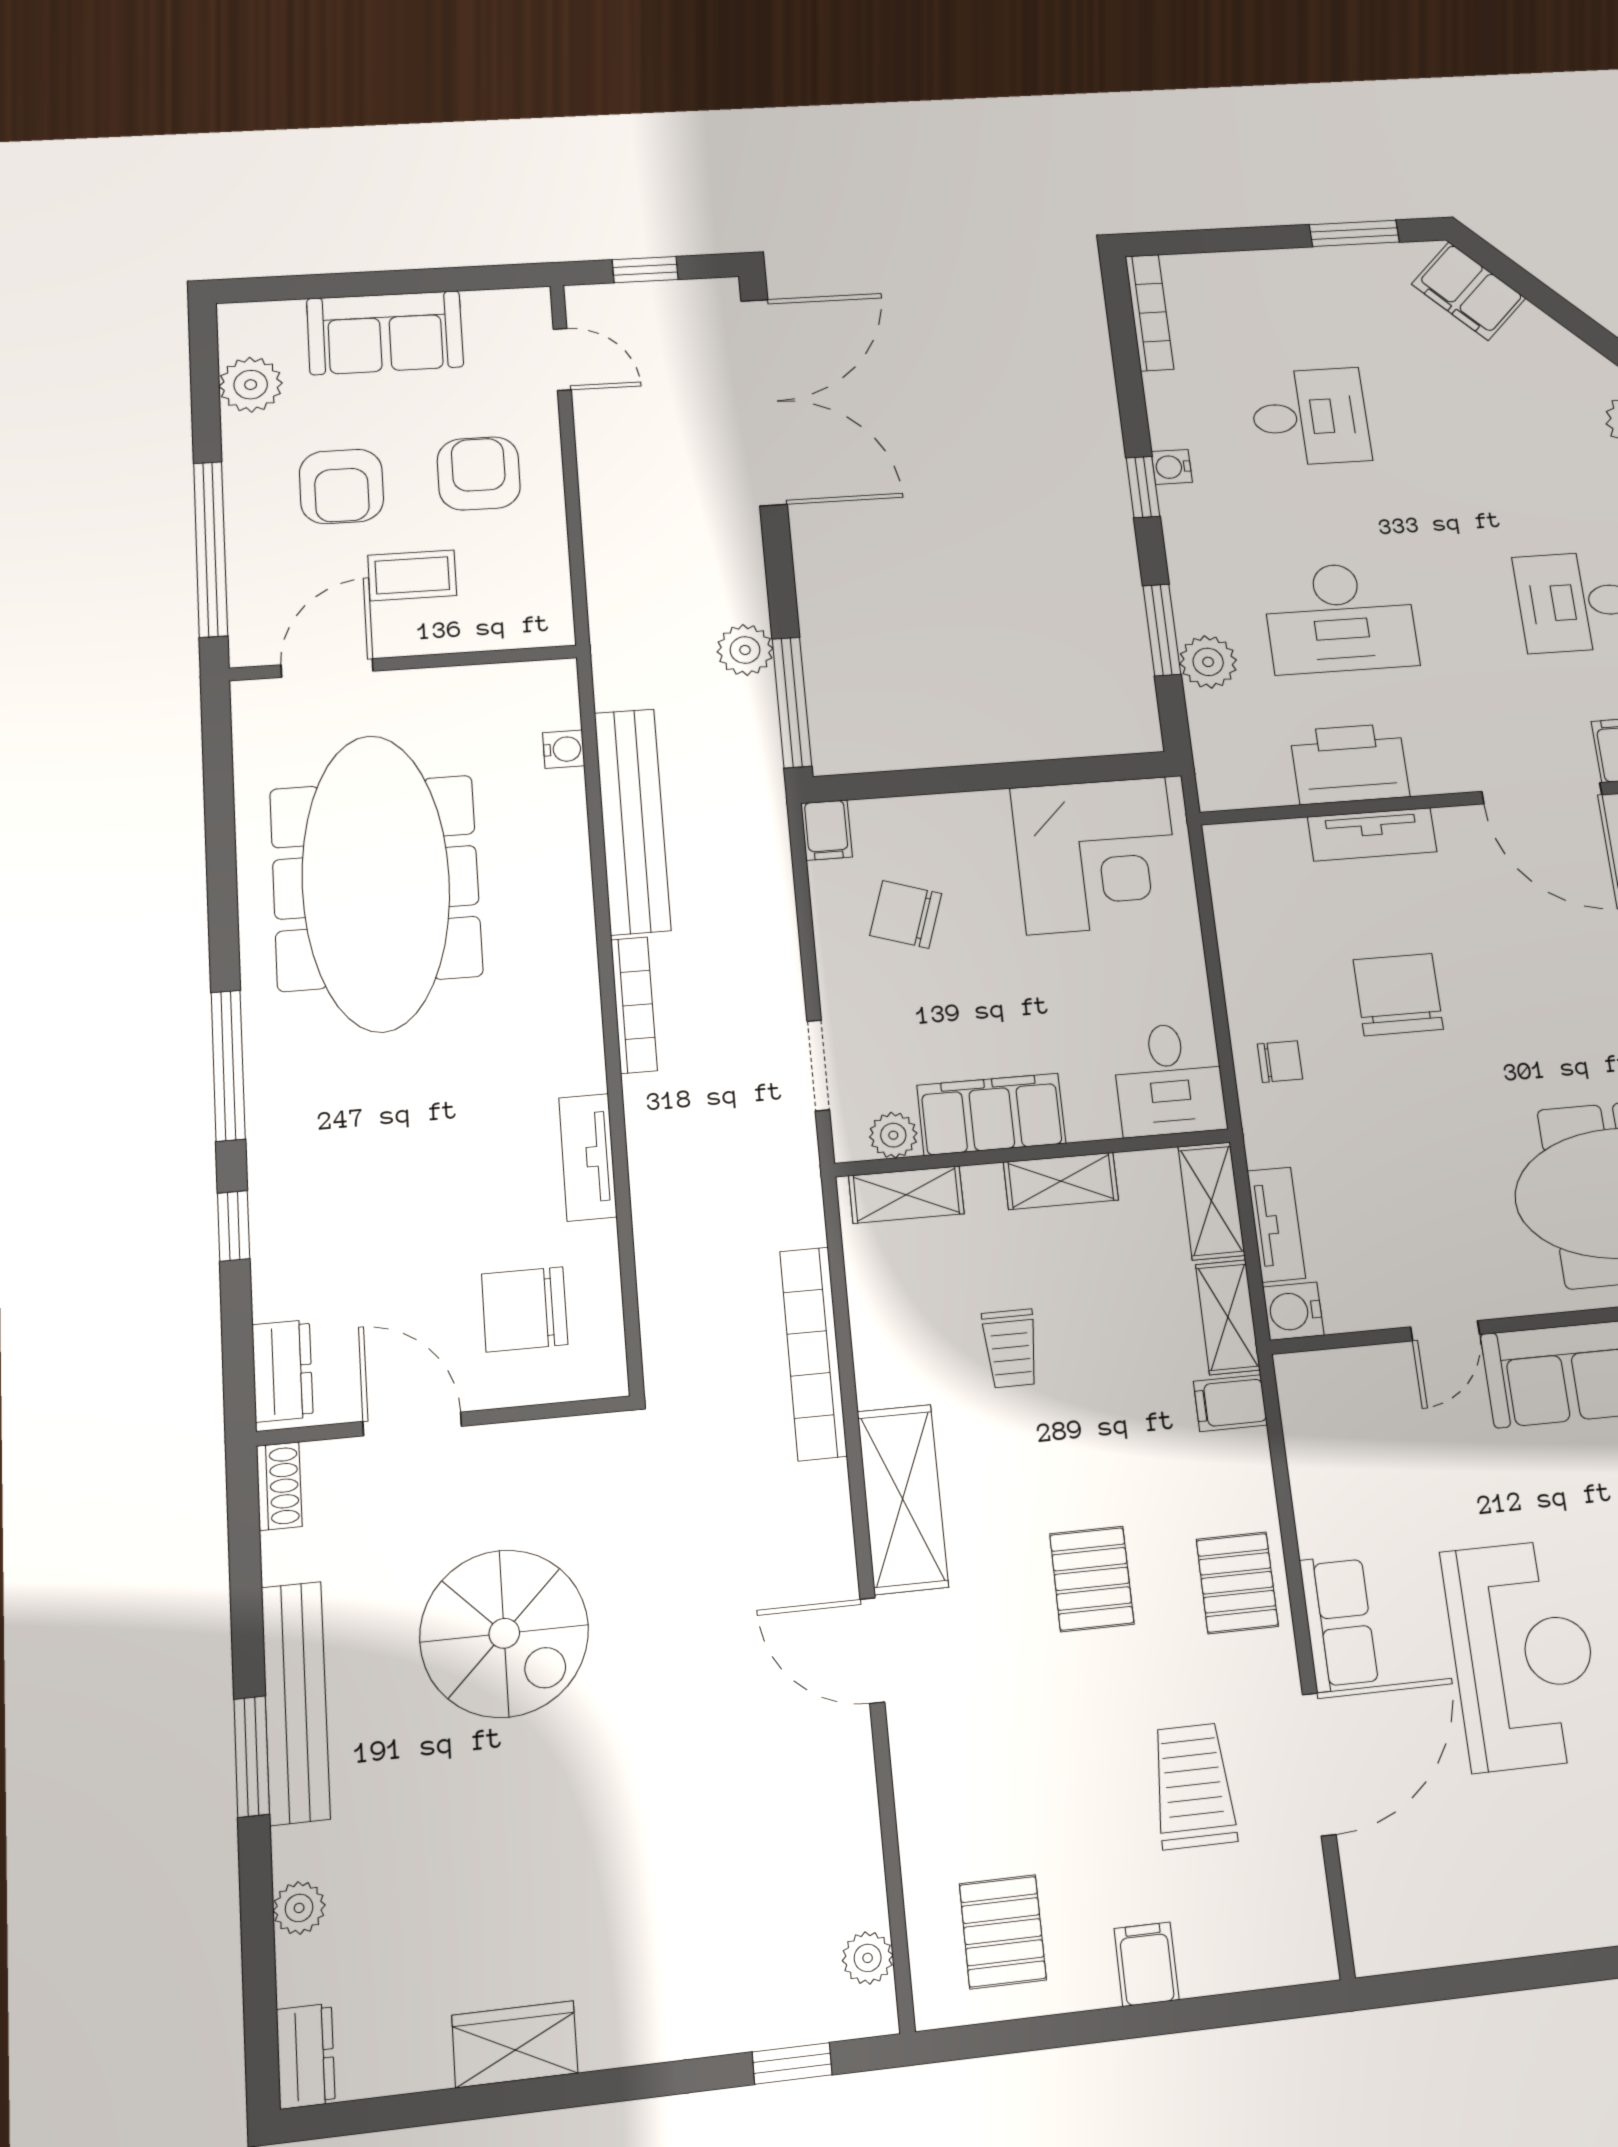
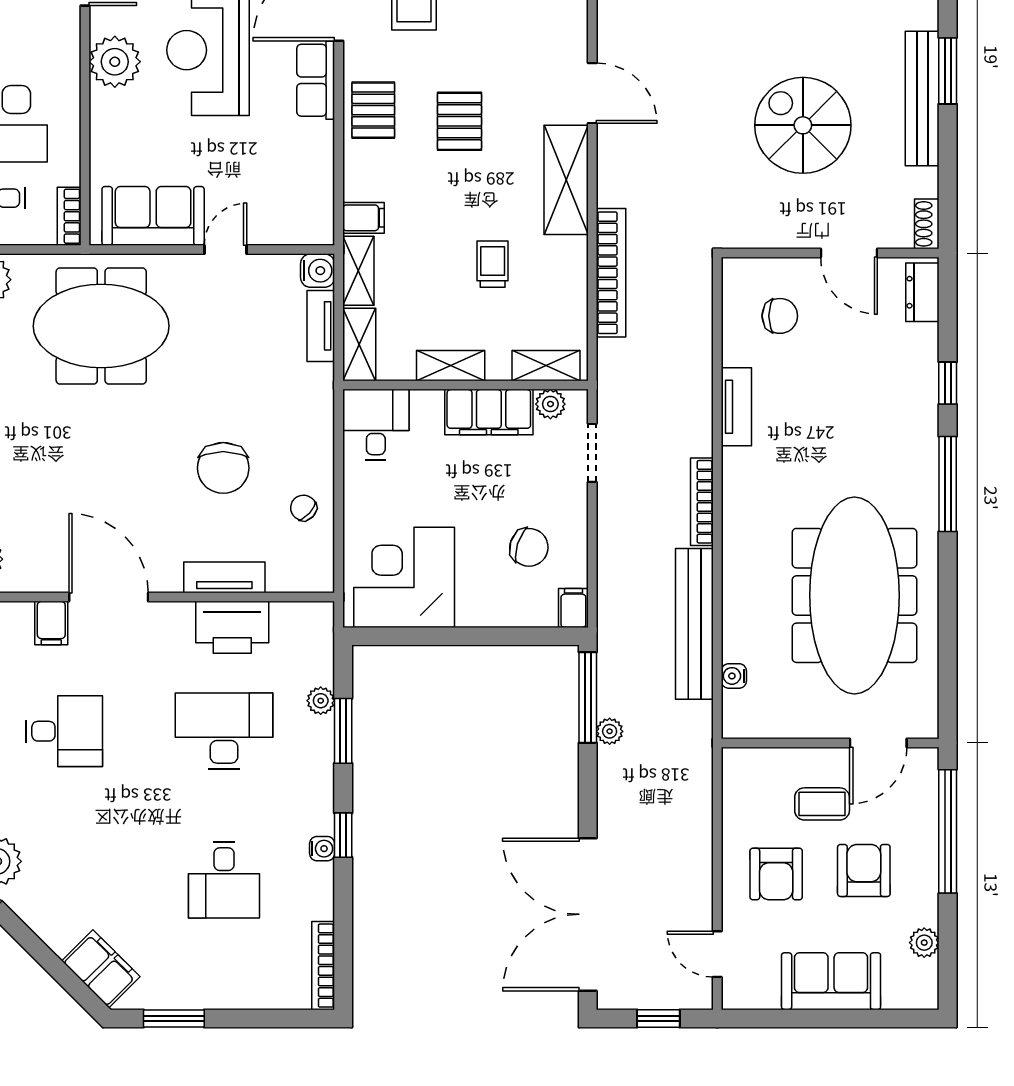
plant: (251, 385) -> (924, 943), width x0.73, depth x0.73
desk: (1310, 417) -> (224, 880), turned -90
plant: (745, 650) -> (610, 731), width x0.73, depth x0.73
plant: (1208, 662) -> (321, 701), width x0.73, depth x0.73
chair: (1280, 1062) -> (304, 508), moved, turned 43
chair: (525, 1309) -> (780, 316), width x0.73, depth x0.73

